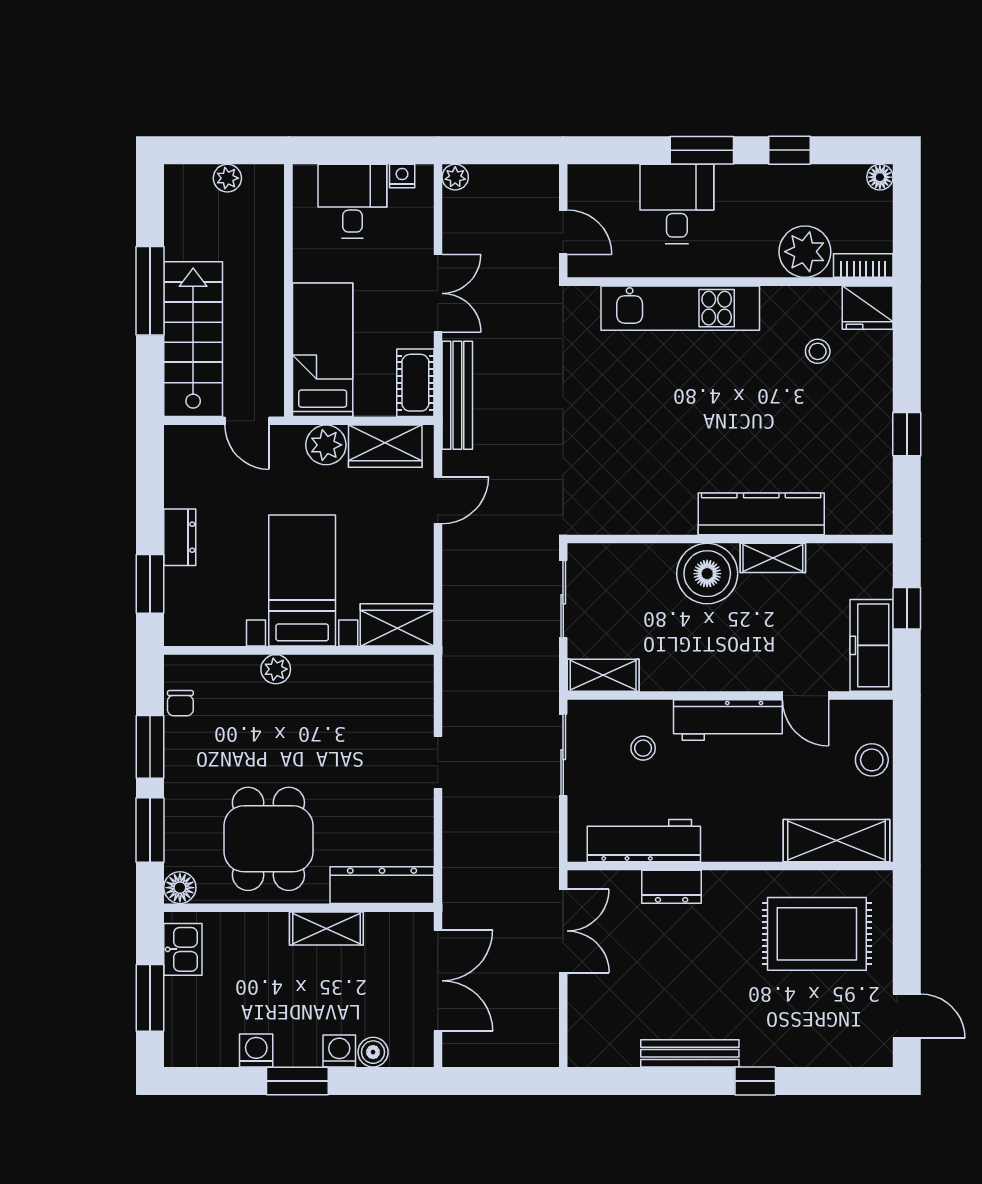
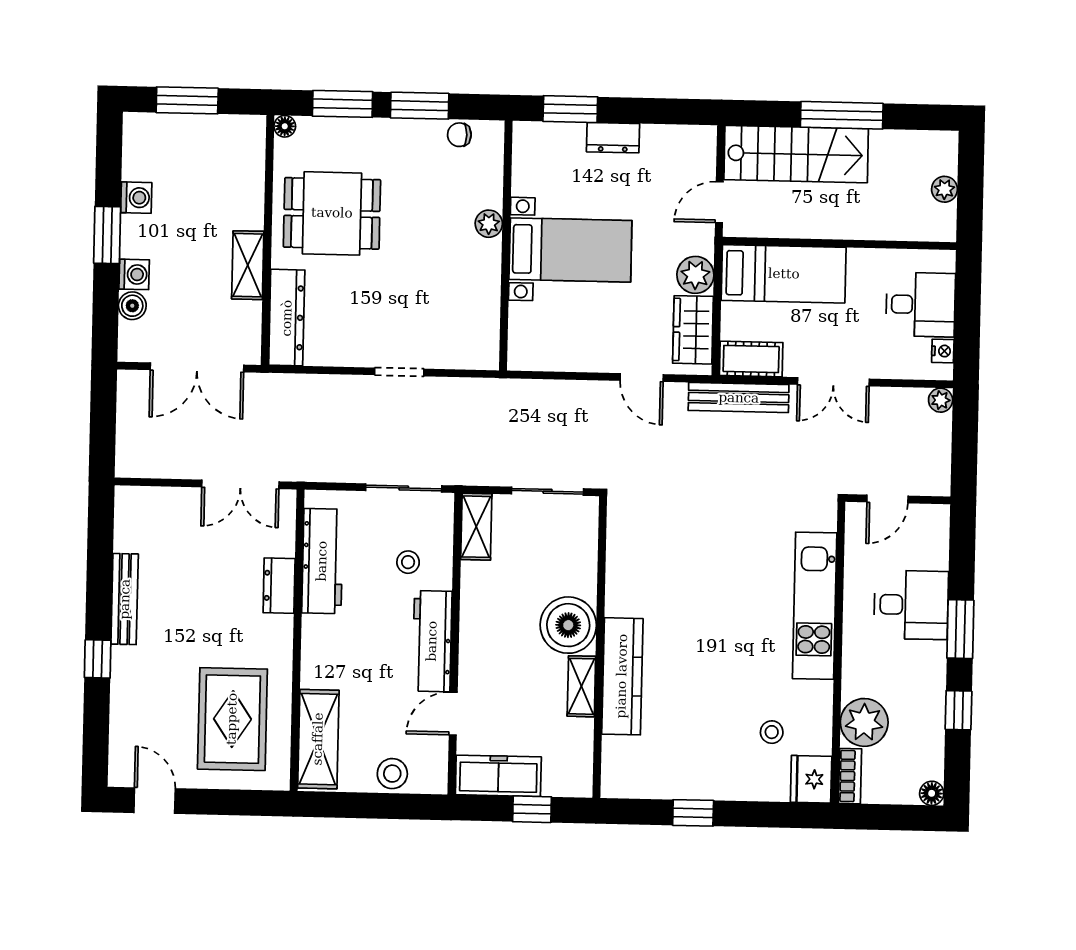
wardrobe: (397, 625) -> (527, 337), removed
floor lamp: (180, 888) -> (285, 126), width x0.73, depth x0.73
kitchen sink: (183, 949) -> (231, 132), removed
door: (907, 1016) -> (155, 801), swing flipped

